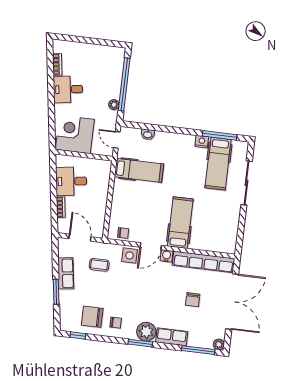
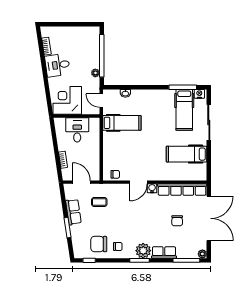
nightstand: (202, 142) -> (199, 94), moved
desk: (71, 181) -> (77, 130), moved, turned 98
hospital bed: (180, 223) -> (187, 154), moved, turned -90
side table: (130, 255) -> (123, 192), removed

